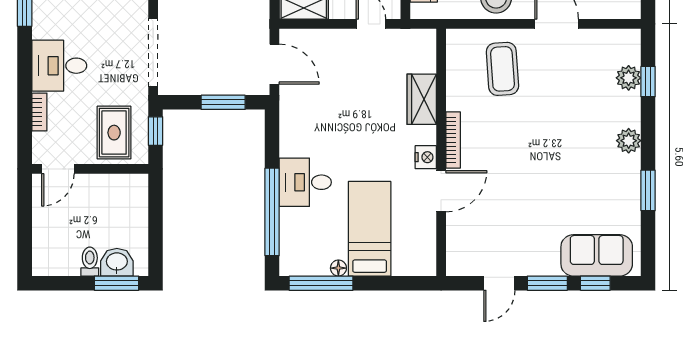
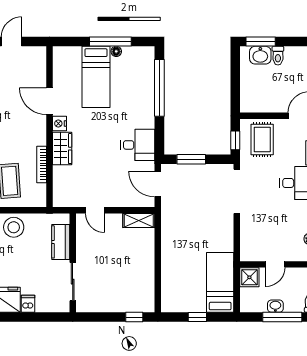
wardrobe: (422, 99) -> (62, 149), moved
bookcase: (453, 140) -> (42, 165), moved
desk: (305, 182) -> (138, 145), moved
door: (441, 191) -> (49, 101), hinge flipped
window: (321, 283) -> (110, 42), moved

